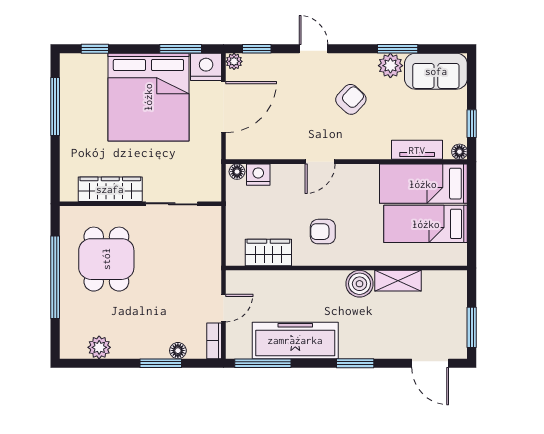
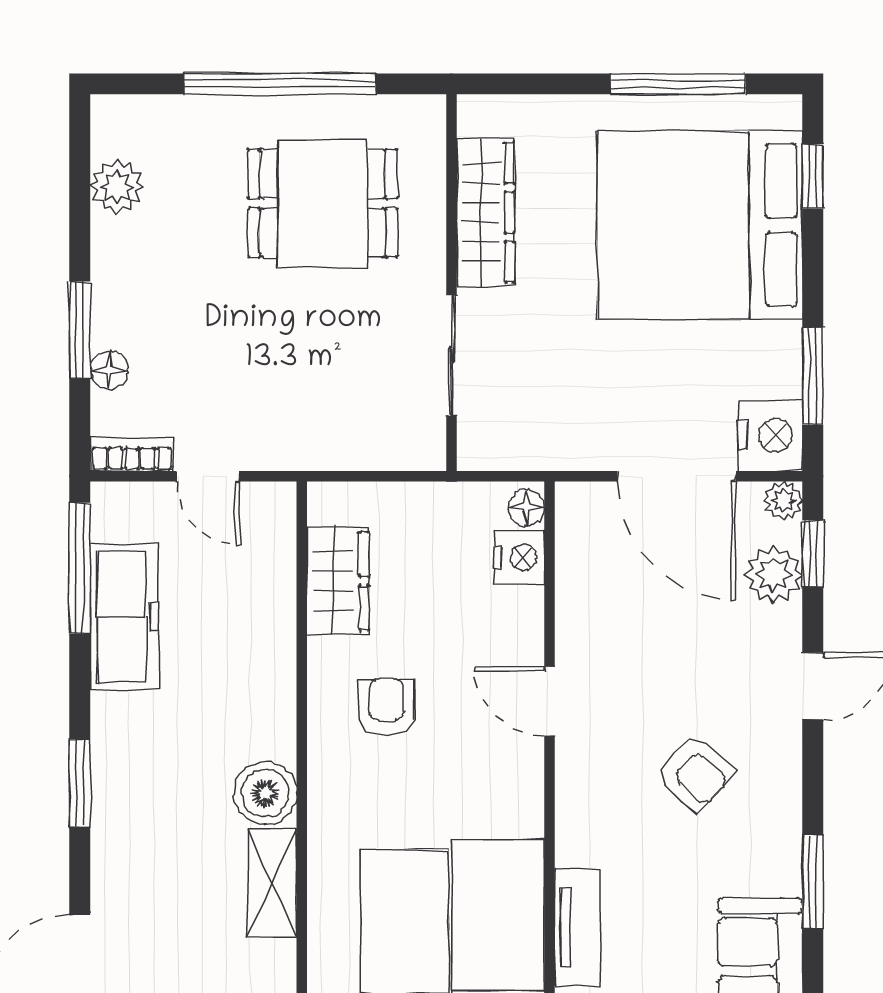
plant: (390, 66) -> (774, 575), moved
bed: (148, 97) -> (700, 225), moved
freezer: (295, 340) -> (124, 617), width x0.73, depth x0.79

